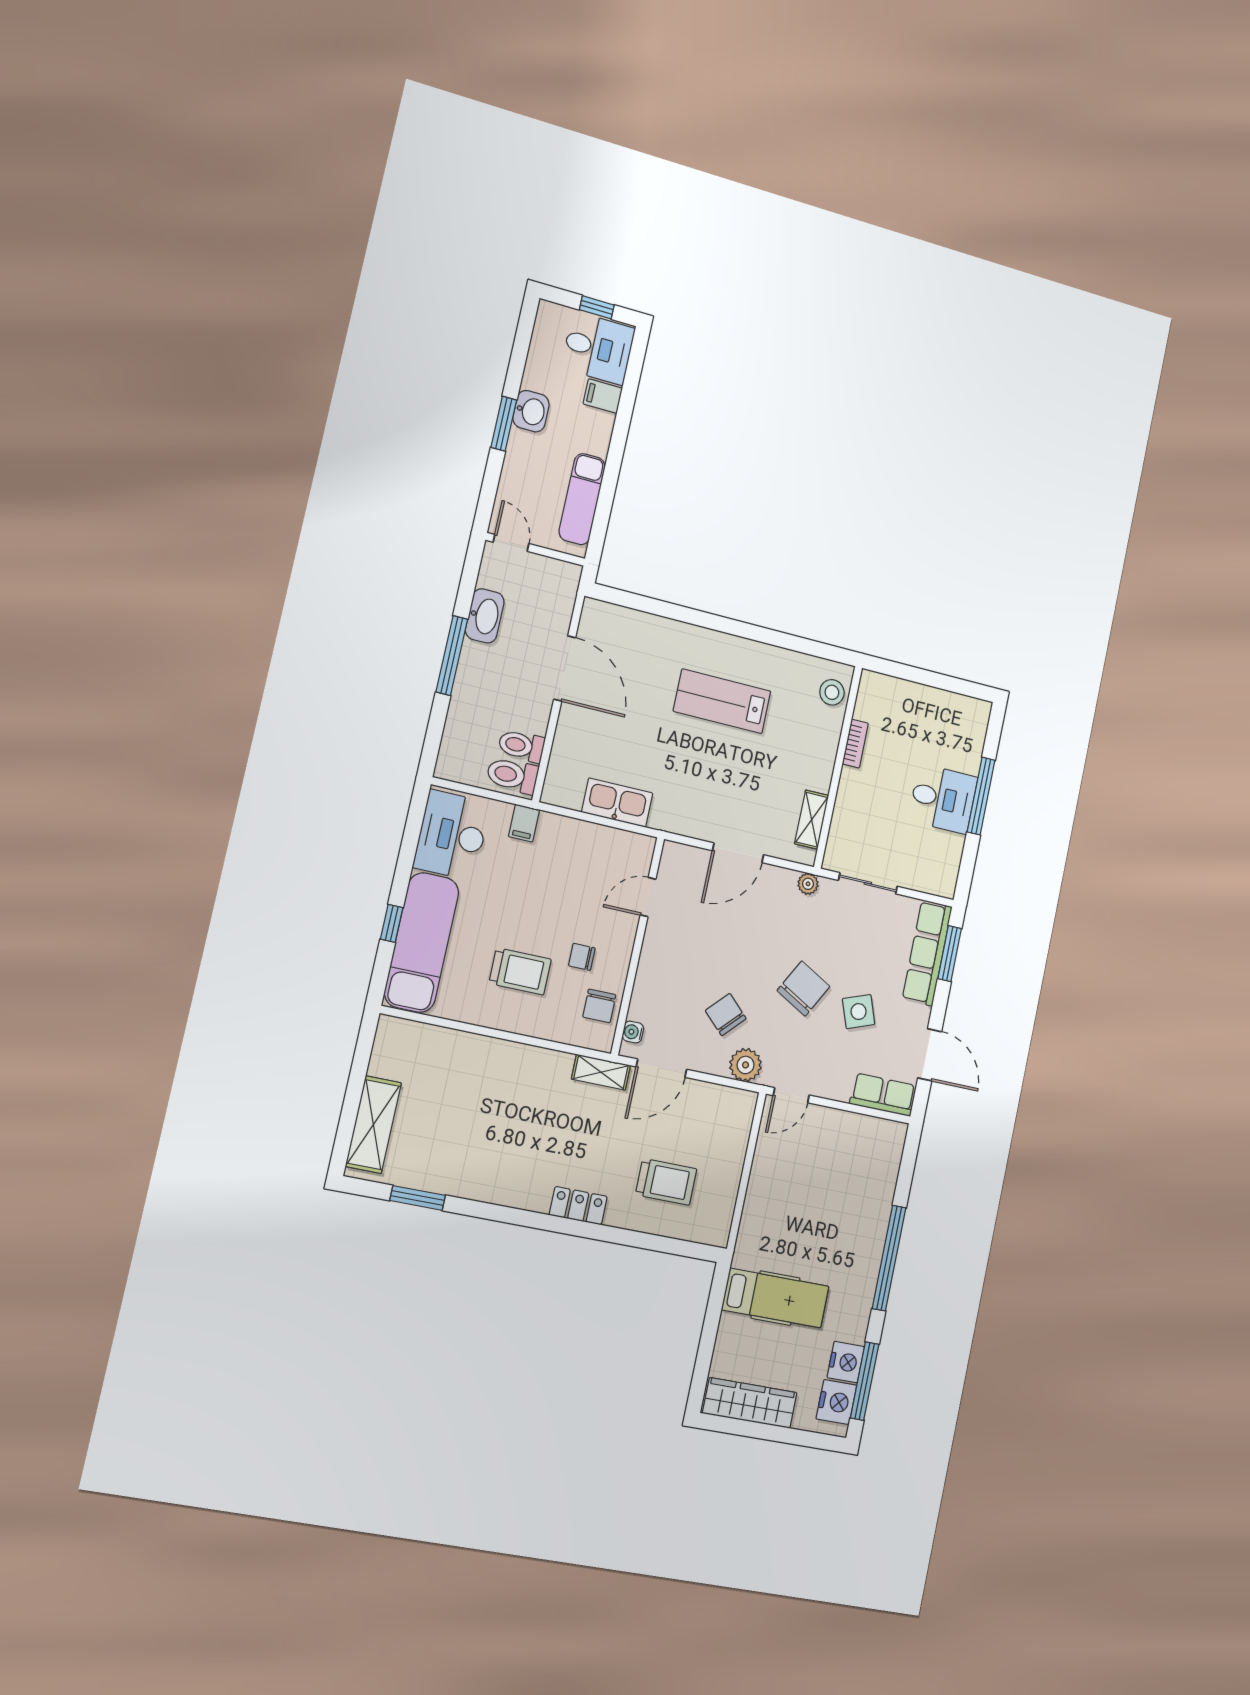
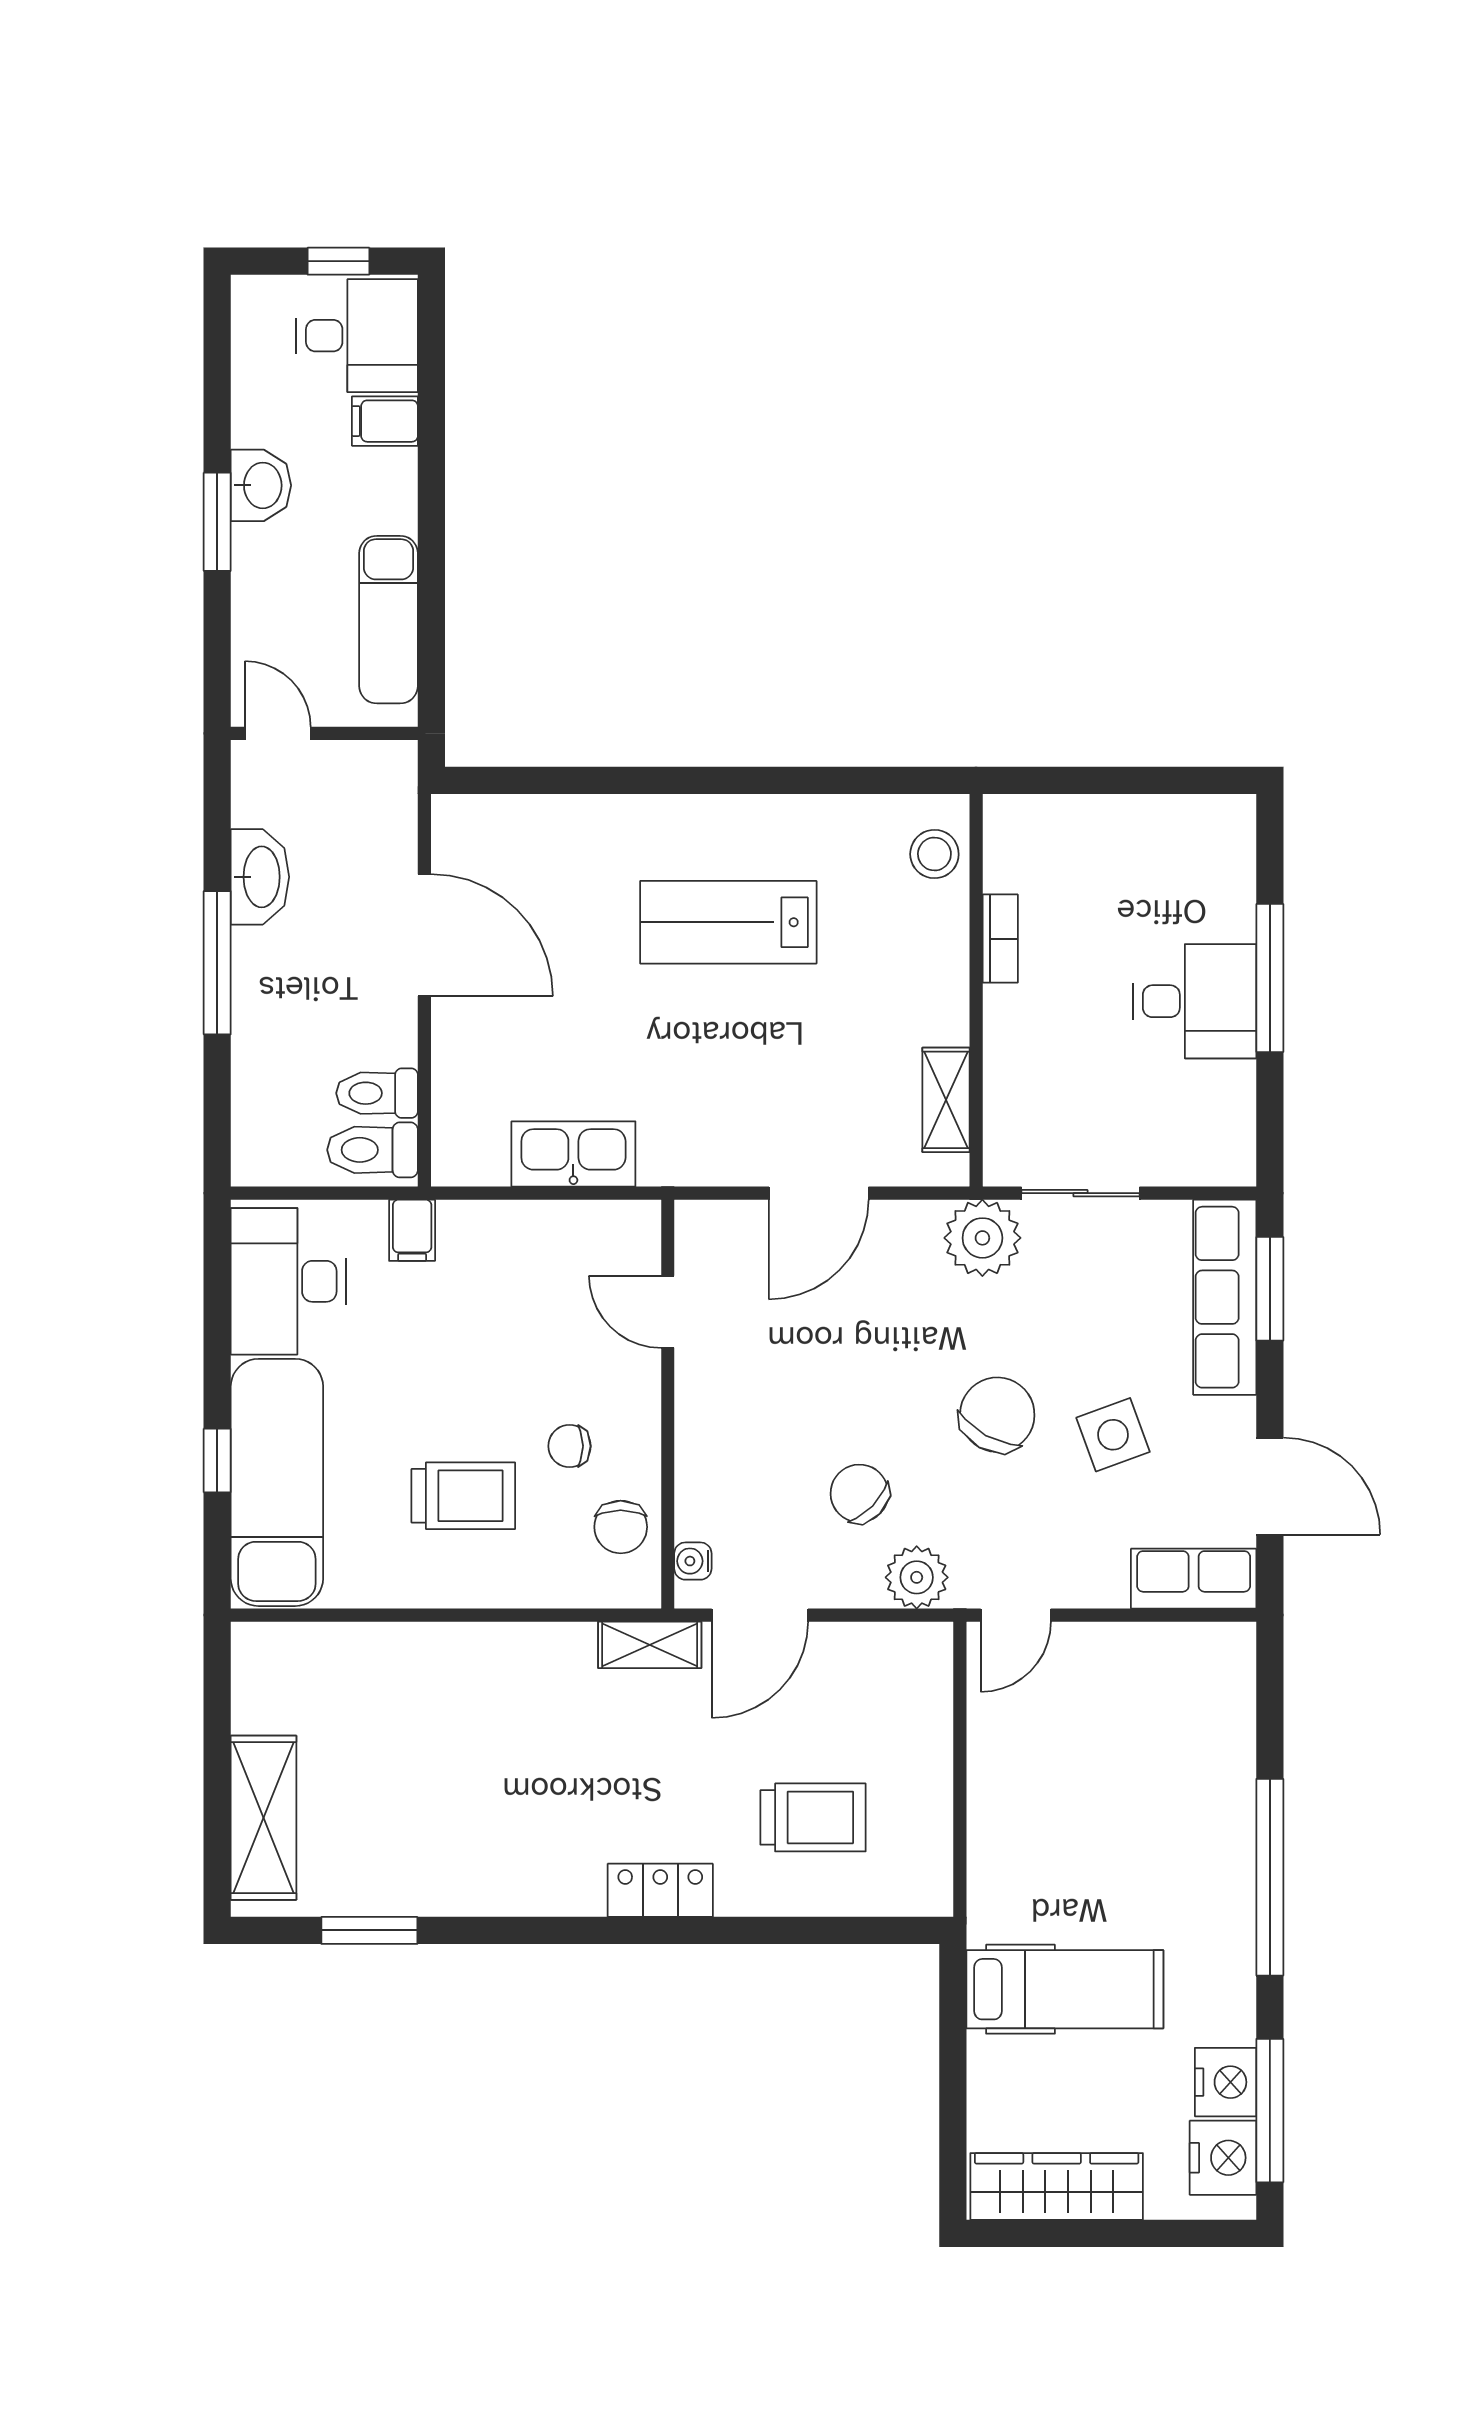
plant: (808, 884) -> (982, 1238), width x1.88, depth x1.88
door: (648, 897) -> (668, 1312), hinge flipped

